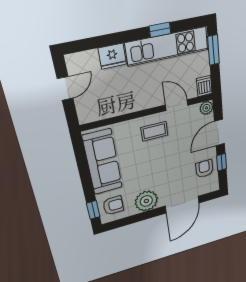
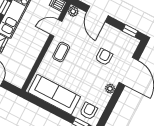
window: (222, 162) -> (130, 31), moved
armchair: (204, 169) -> (104, 57), moved, turned 90
plant: (146, 201) -> (110, 89), width x0.53, depth x0.53

